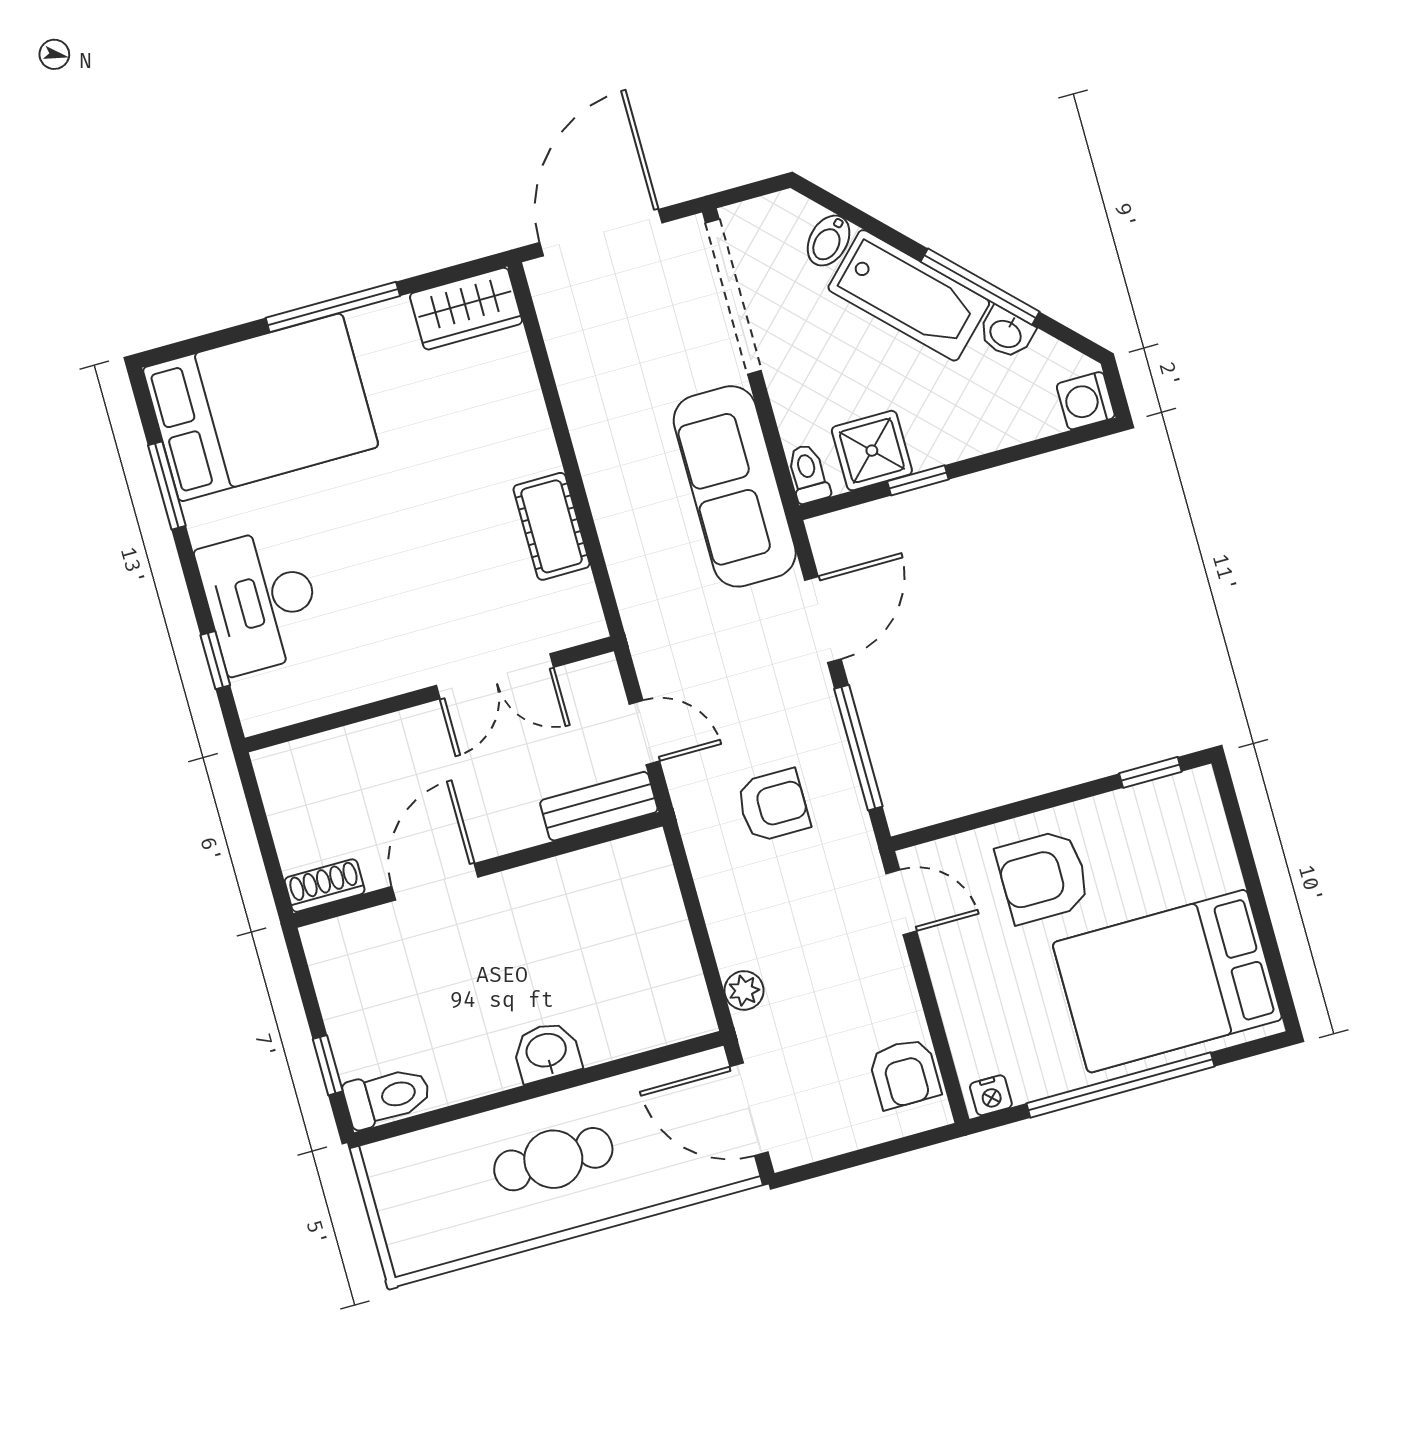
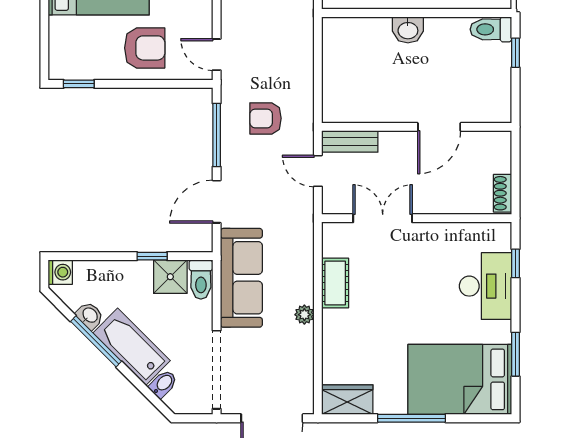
toilet: (808, 474) -> (201, 279), width x1.37, depth x1.39
shoe rack: (325, 886) -> (503, 193), moved, turned 90
plant: (744, 990) -> (304, 315), moved

